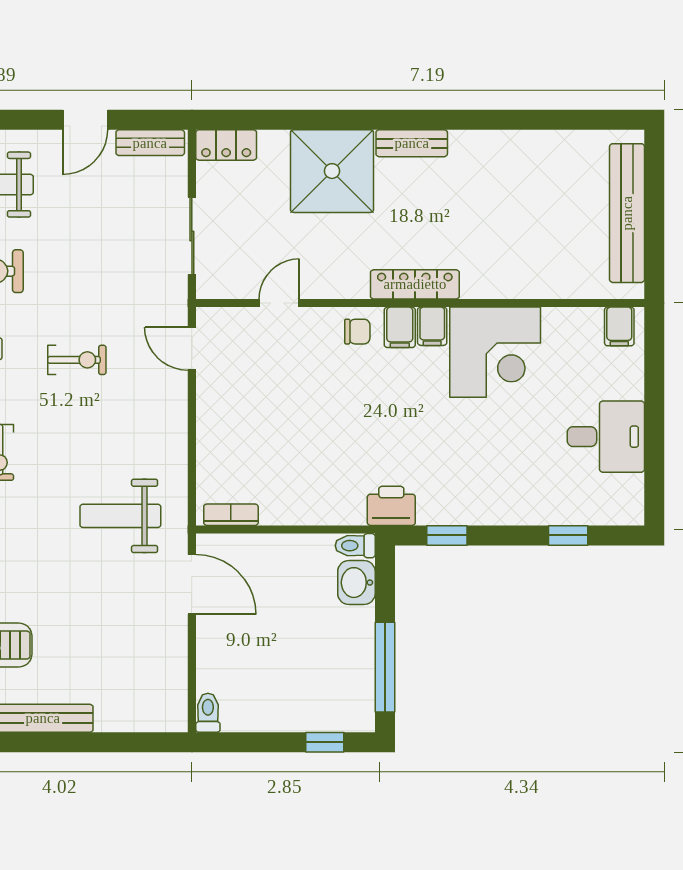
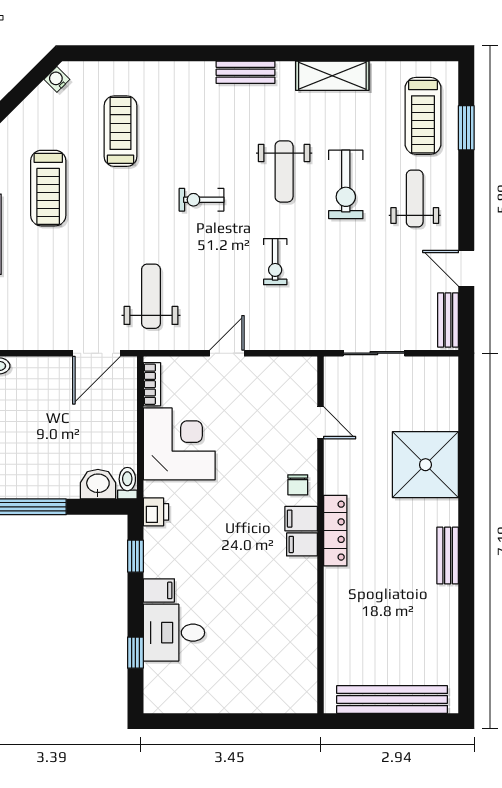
bench: (412, 143) -> (448, 556), moved
locker: (226, 145) -> (446, 380), removed
filing cabinet: (619, 326) -> (159, 590), moved, turned 180
door: (192, 349) -> (227, 353), moved
corner desk: (495, 352) -> (179, 444), moved, turned 180
desk: (606, 437) -> (174, 633), moved, turned 90
printer: (391, 506) -> (156, 512), width x0.73, depth x0.81

